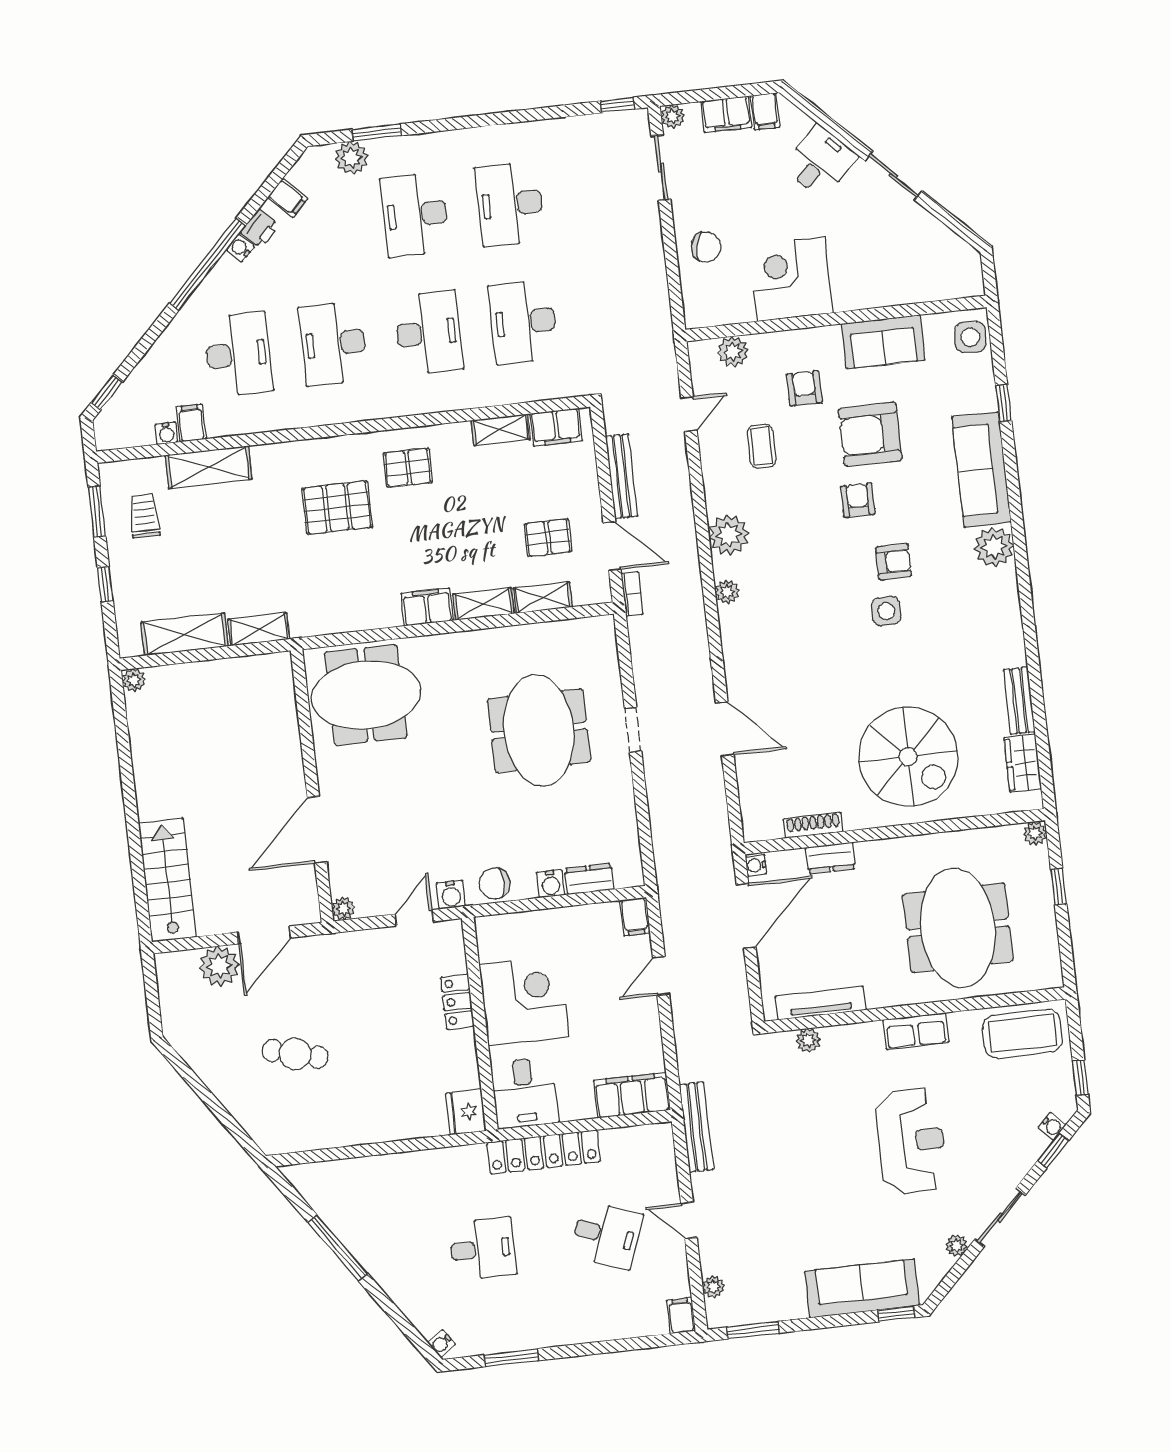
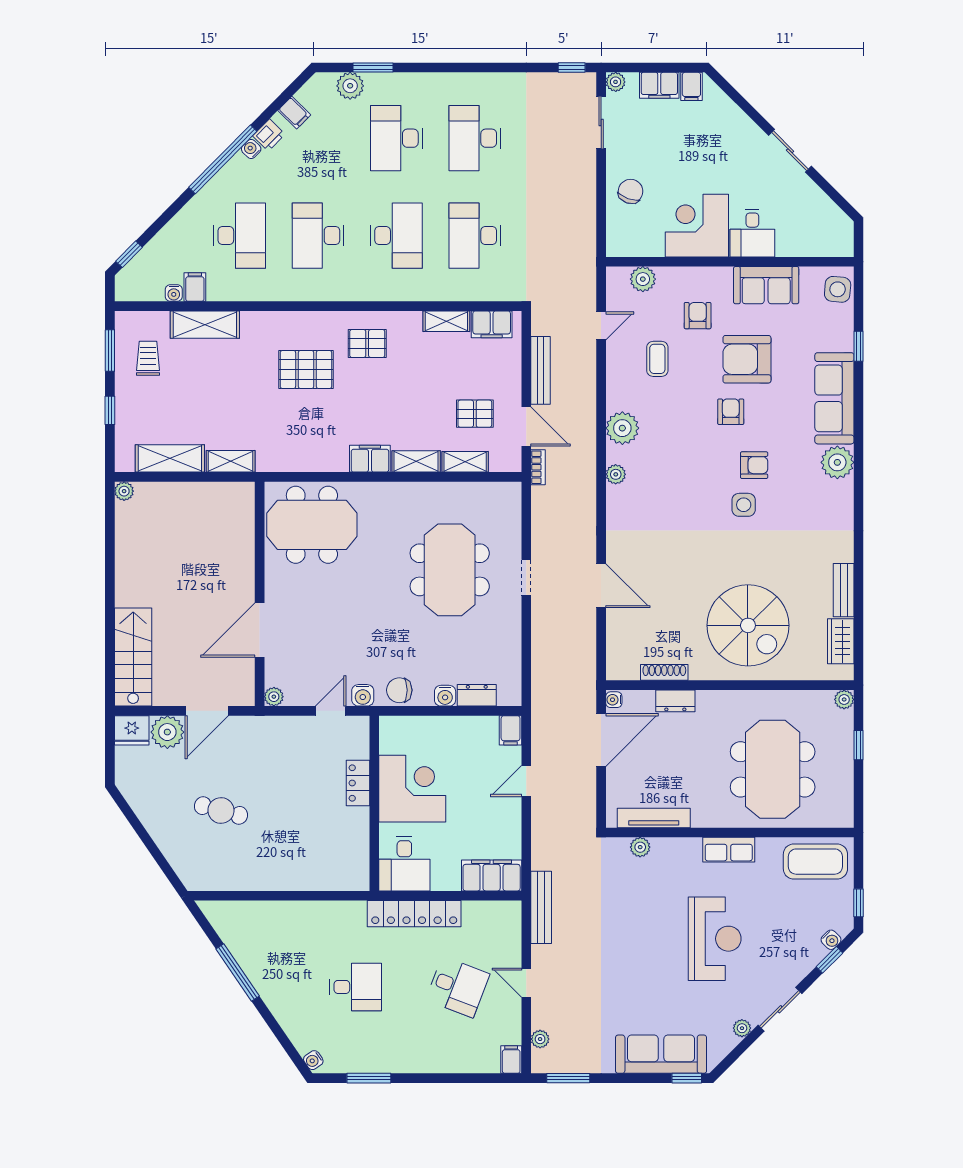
desk: (820, 162) -> (752, 233), moved, turned 135
chair: (706, 247) -> (631, 191), turned -81
fridge: (466, 1112) -> (132, 730), moved, turned -90

